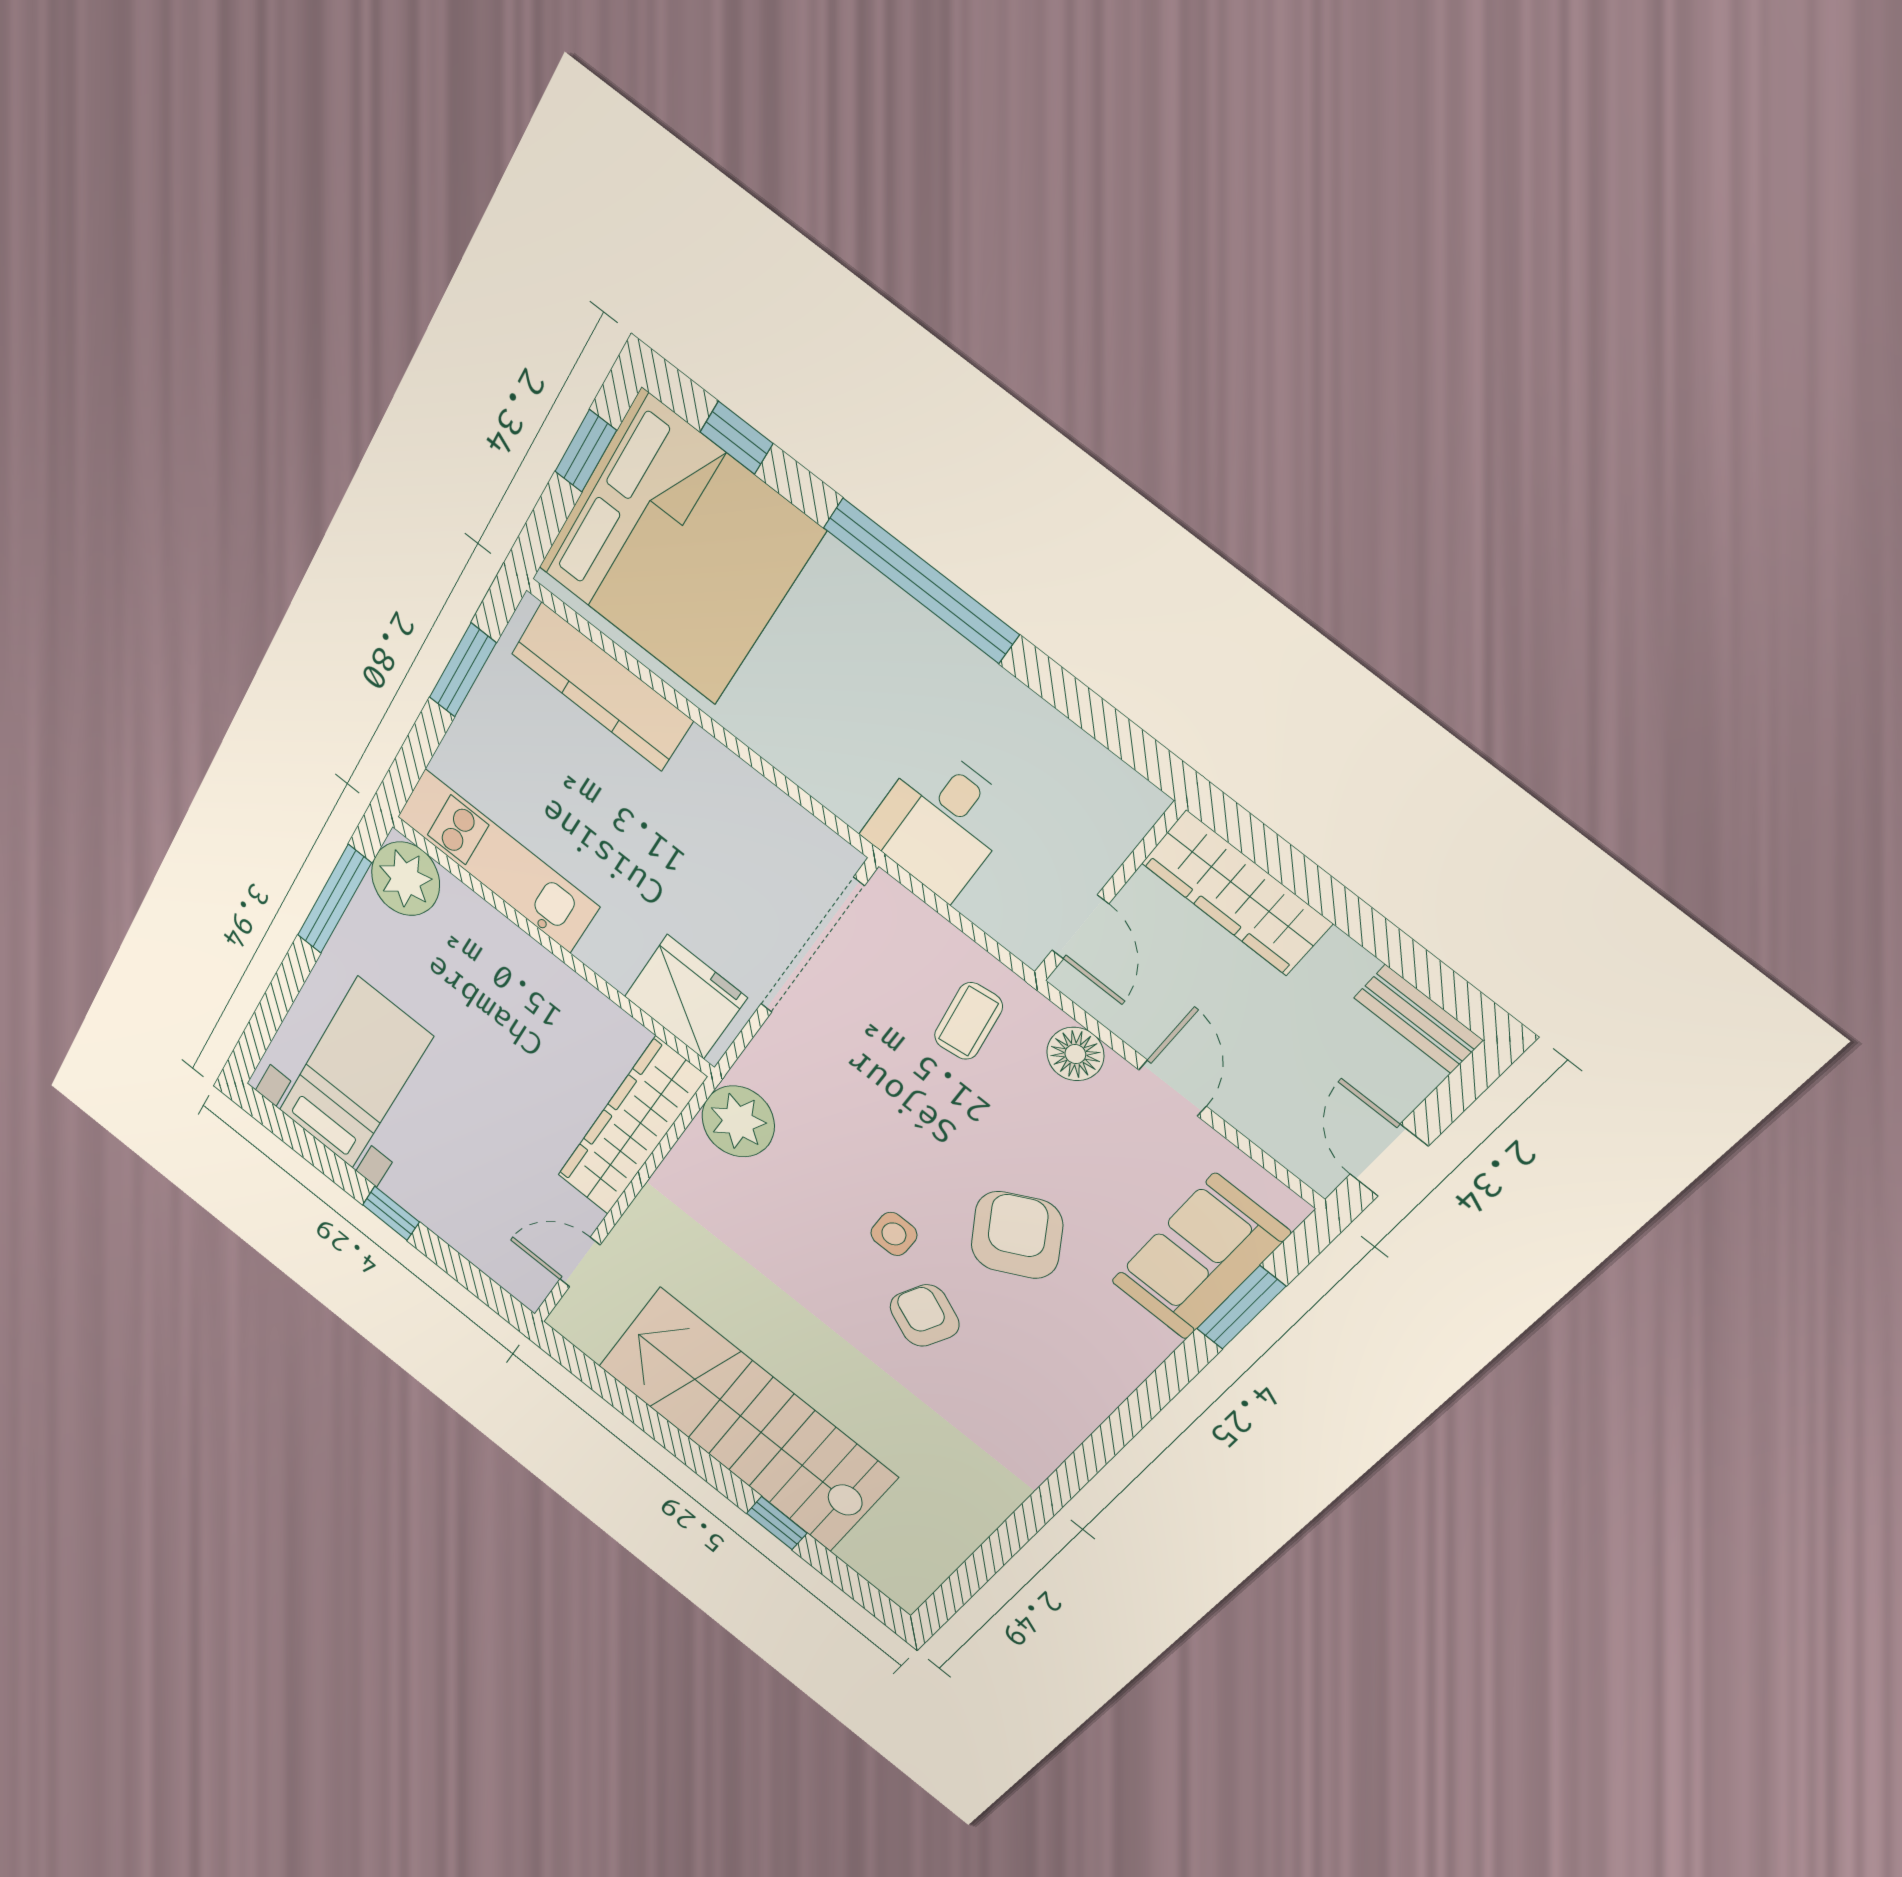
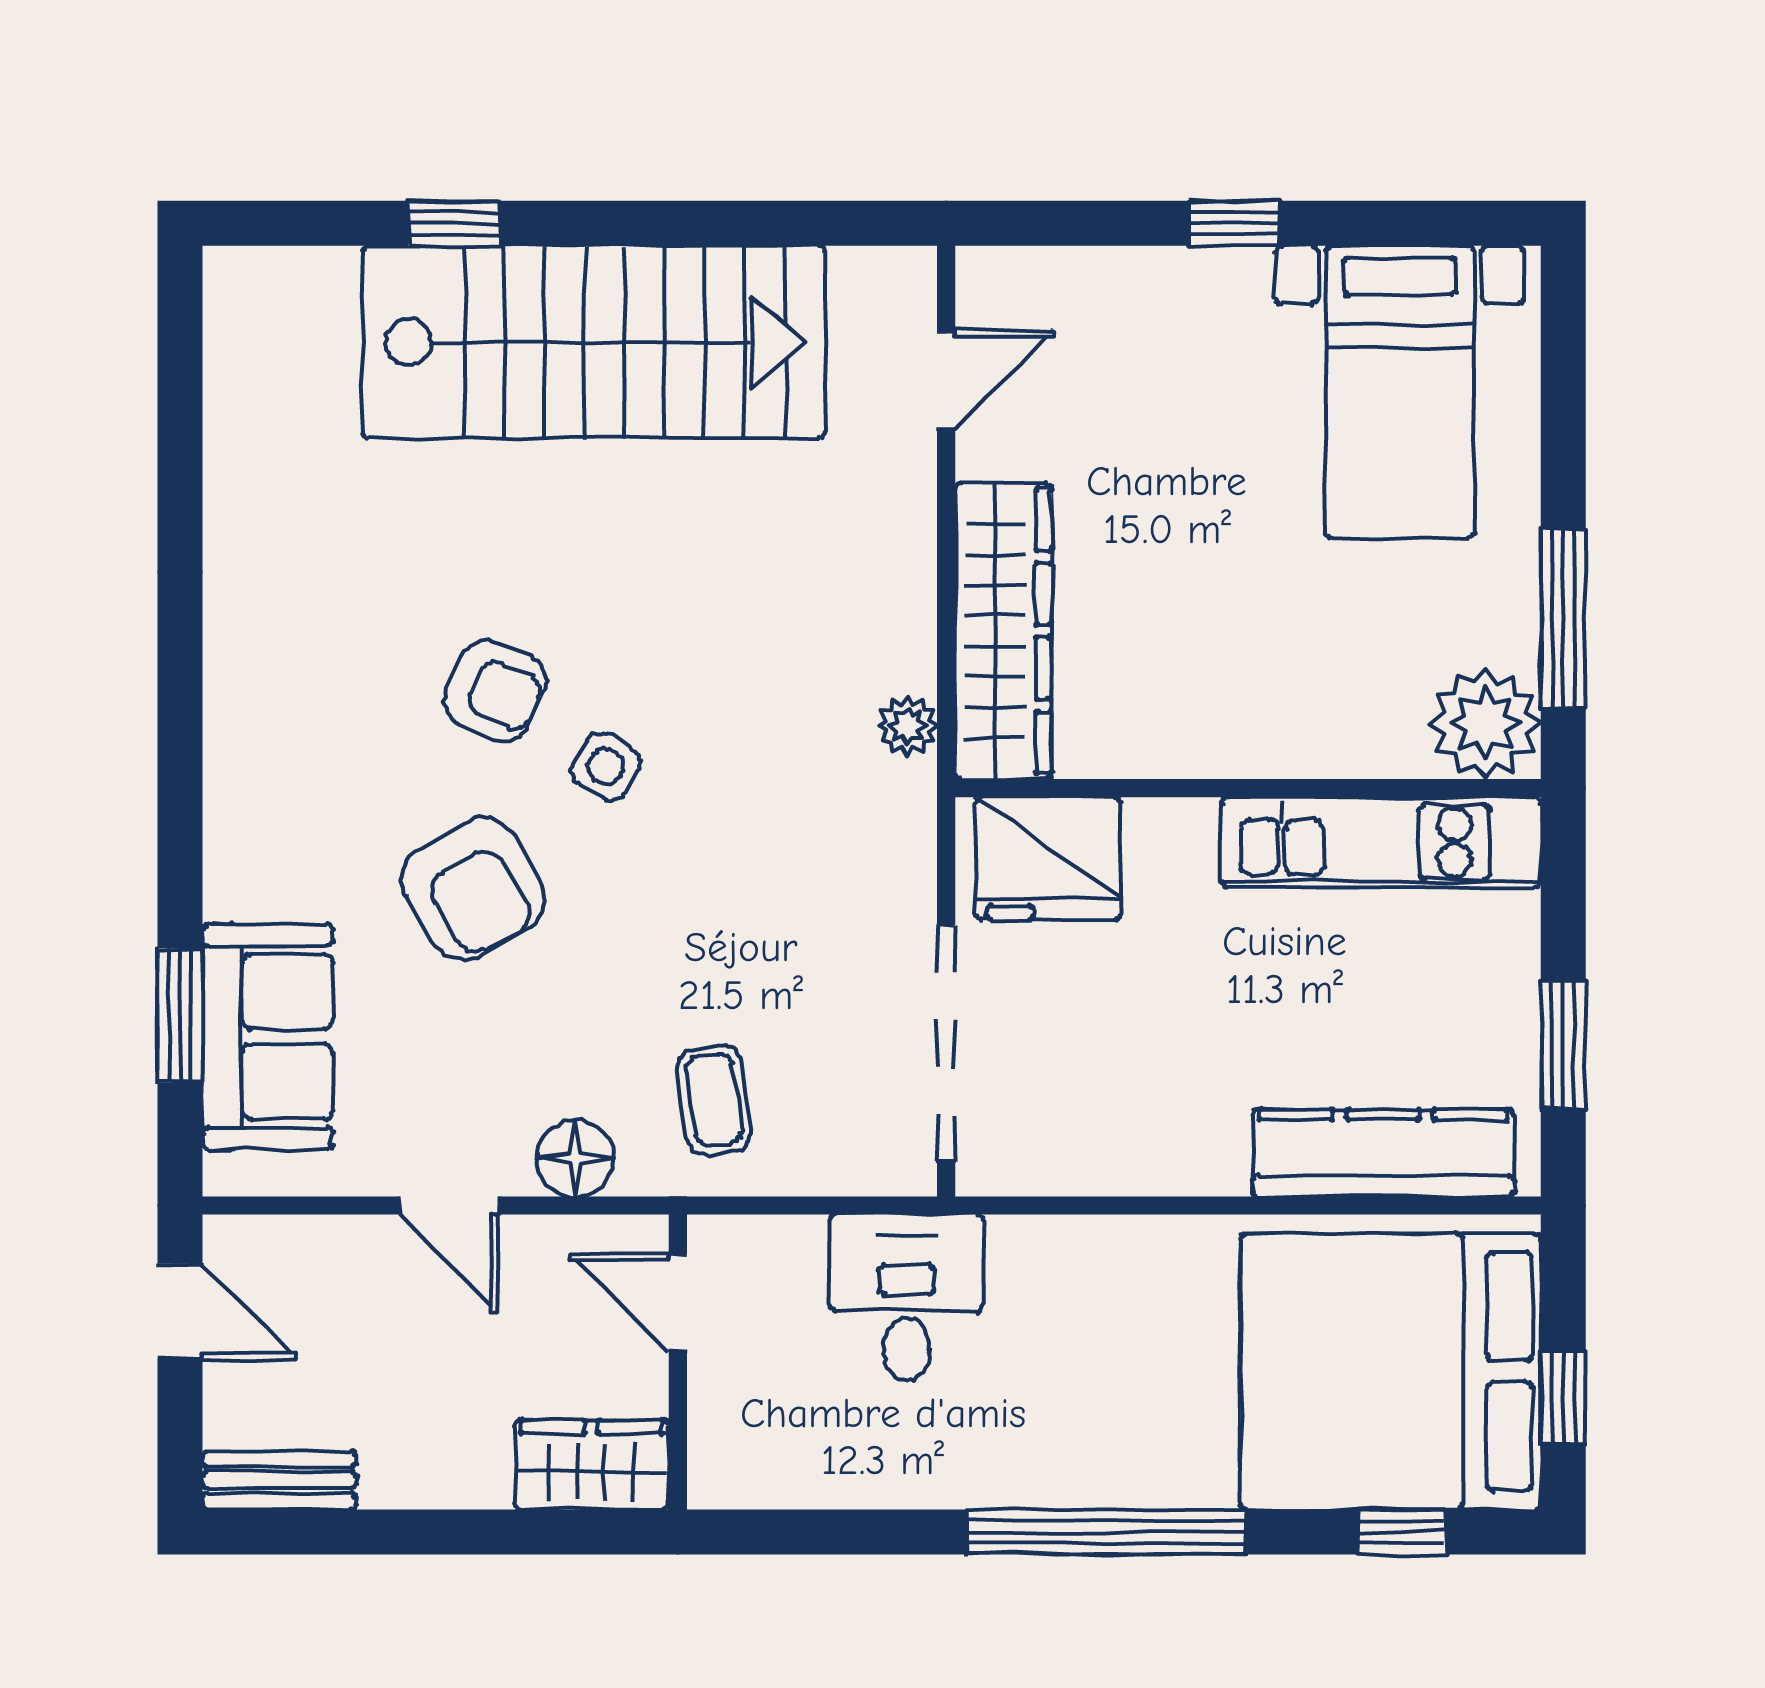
wardrobe: (1237, 893) -> (592, 1465), width x0.67
plant: (738, 1121) -> (908, 726), width x0.53, depth x0.53
side table: (894, 1234) -> (606, 766), turned 31

